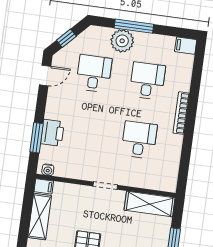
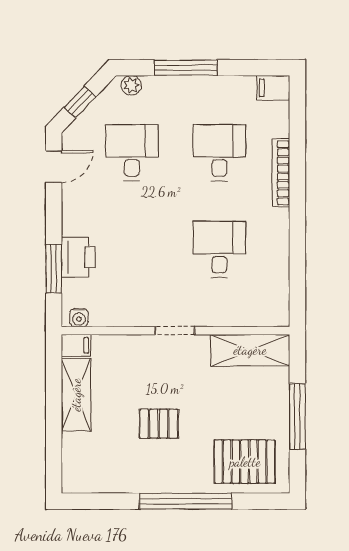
plant: (122, 41) -> (131, 85), moved, width x0.53, depth x0.53
bookcase: (181, 113) -> (281, 173), moved

